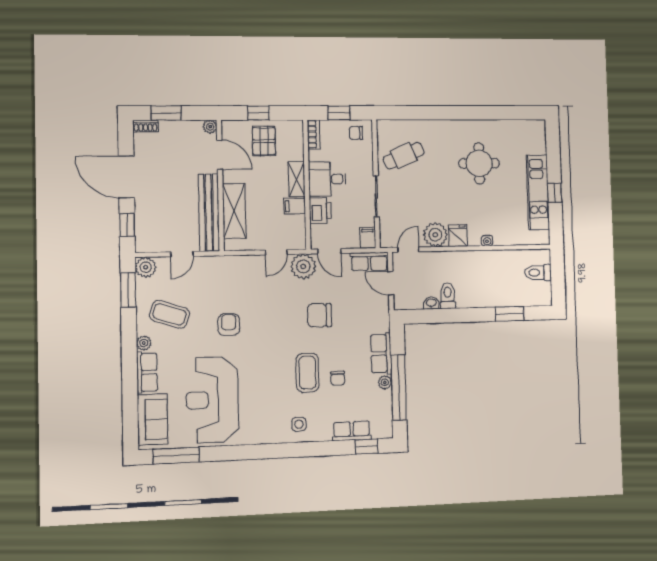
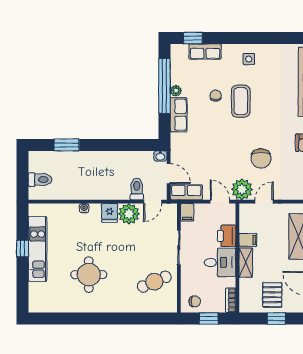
toilet: (448, 296) -> (137, 189), moved, turned 180
washbasin: (431, 303) -> (160, 156), moved
chair: (319, 315) -> (261, 158), moved, turned 90

